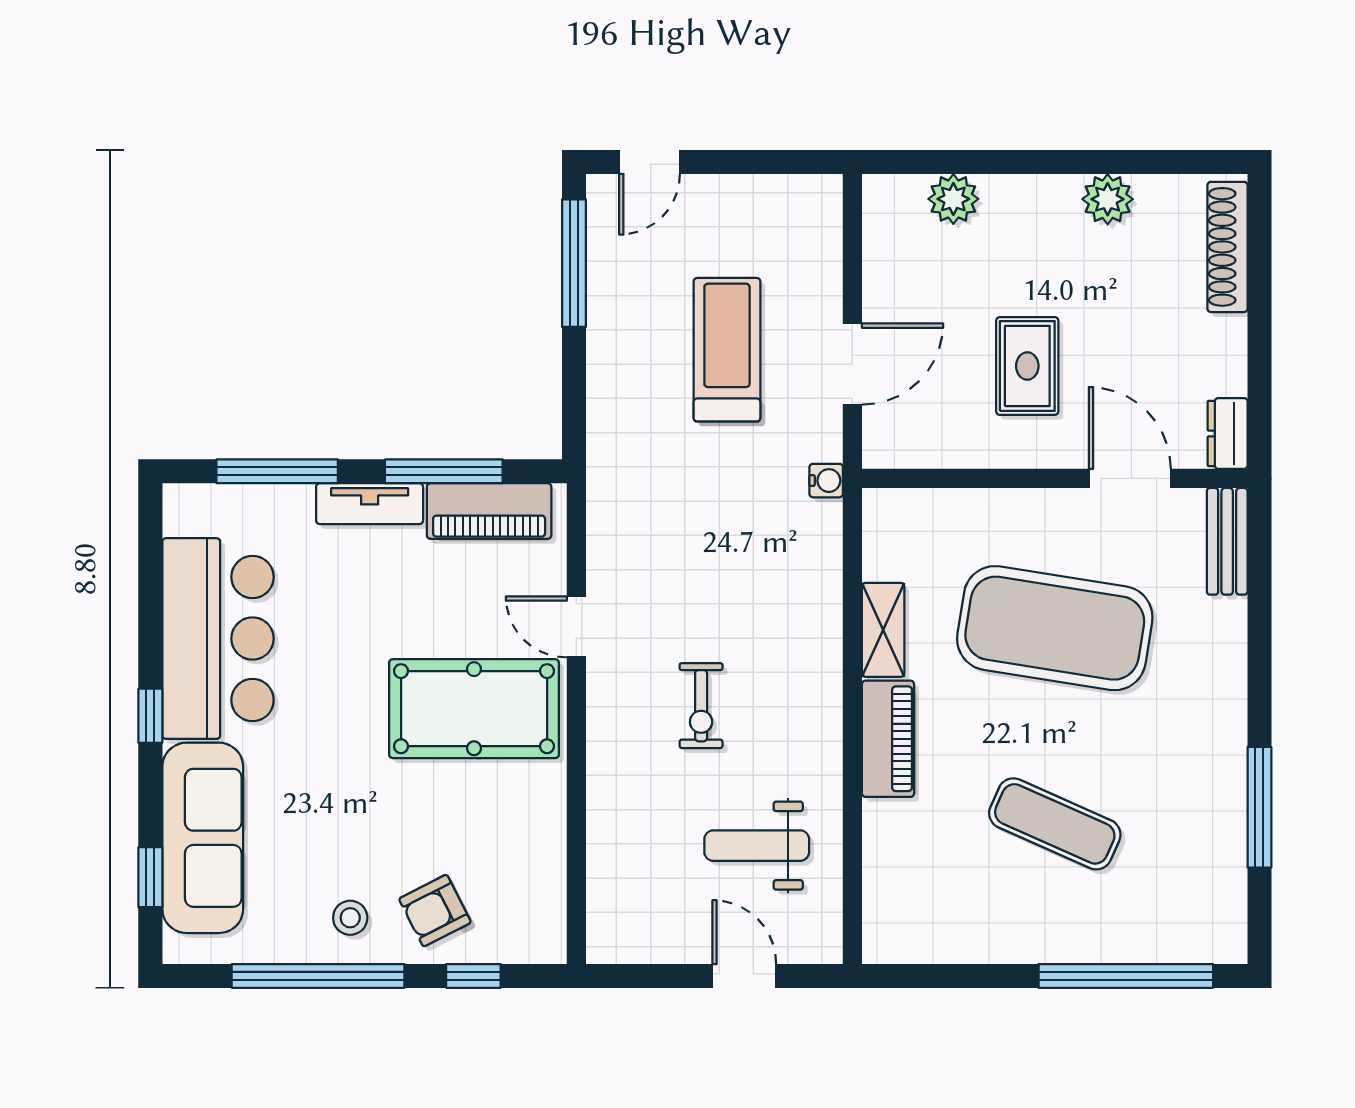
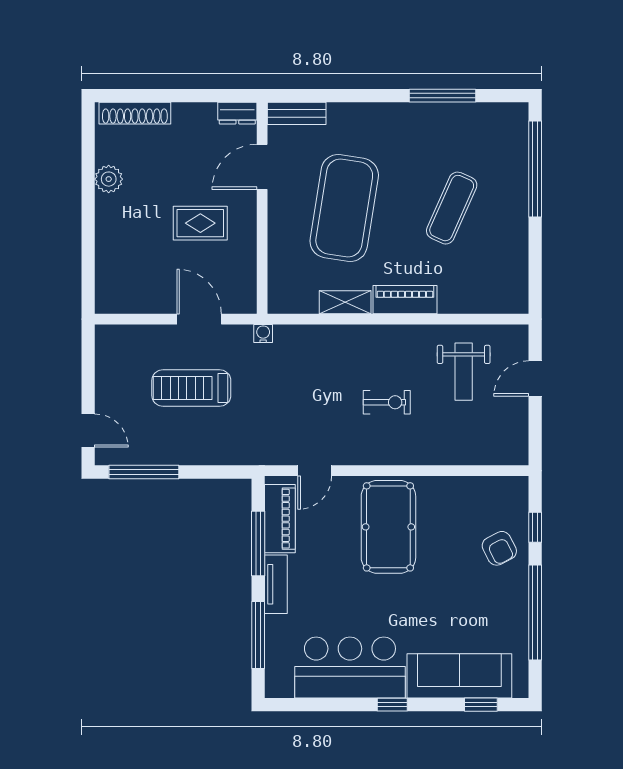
plant: (953, 199) -> (109, 264), removed
door: (576, 627) -> (315, 471), moved
stool: (350, 918) -> (503, 595), removed

